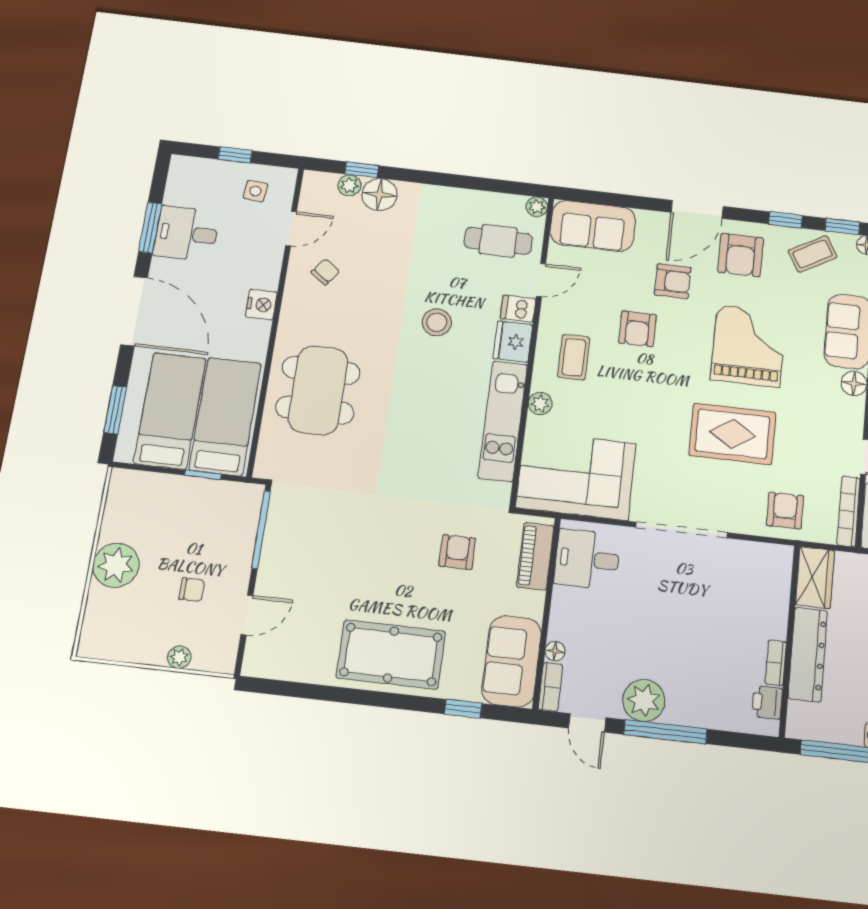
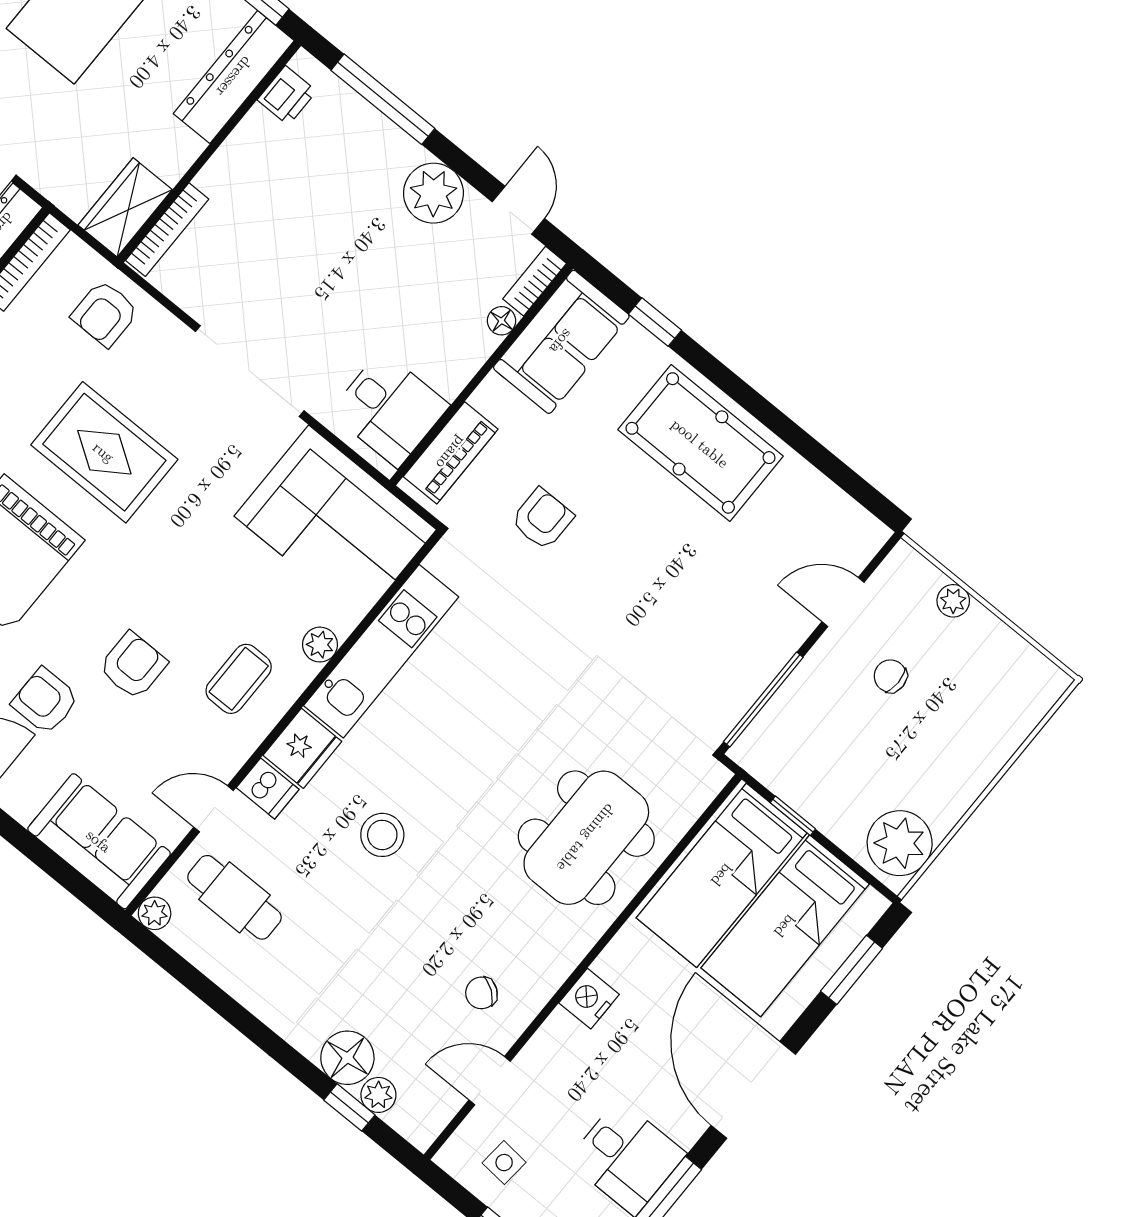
armchair: (457, 552) -> (542, 519), turned 180
plant: (116, 565) -> (900, 843), moved
dresser: (808, 654) -> (234, 77), moved
bookcase: (776, 663) -> (167, 230), moved, width x1.56
window: (665, 732) -> (383, 99), moved

